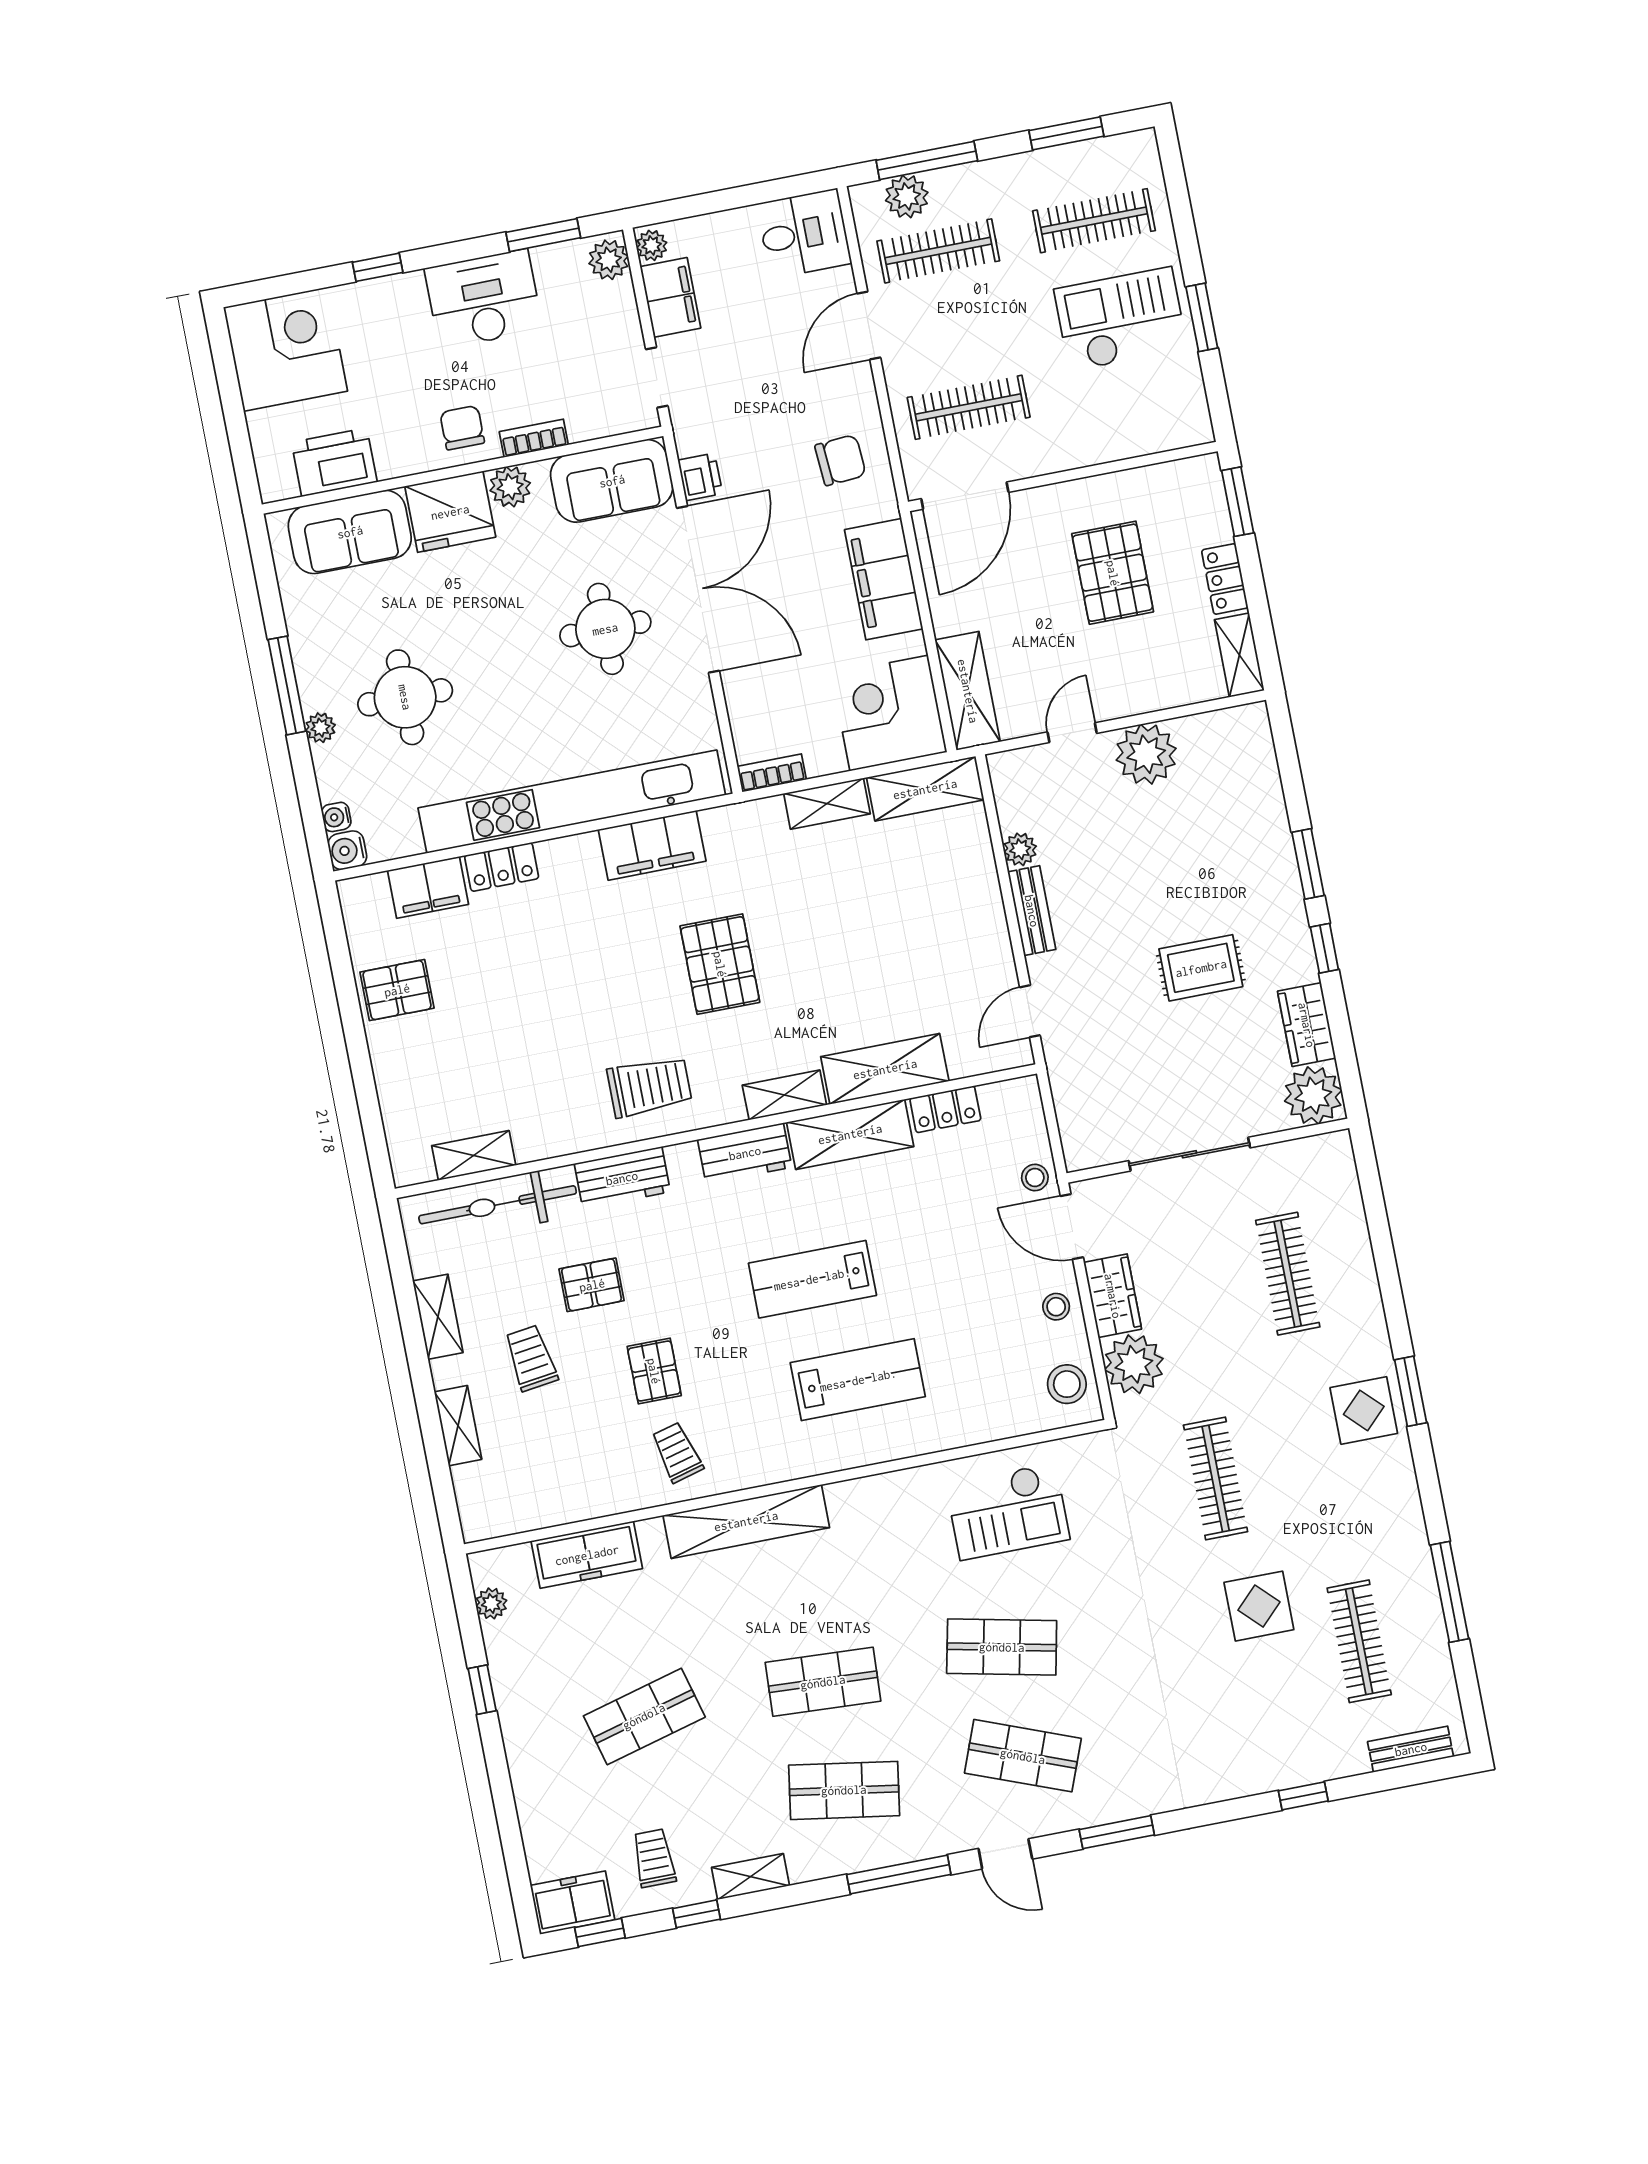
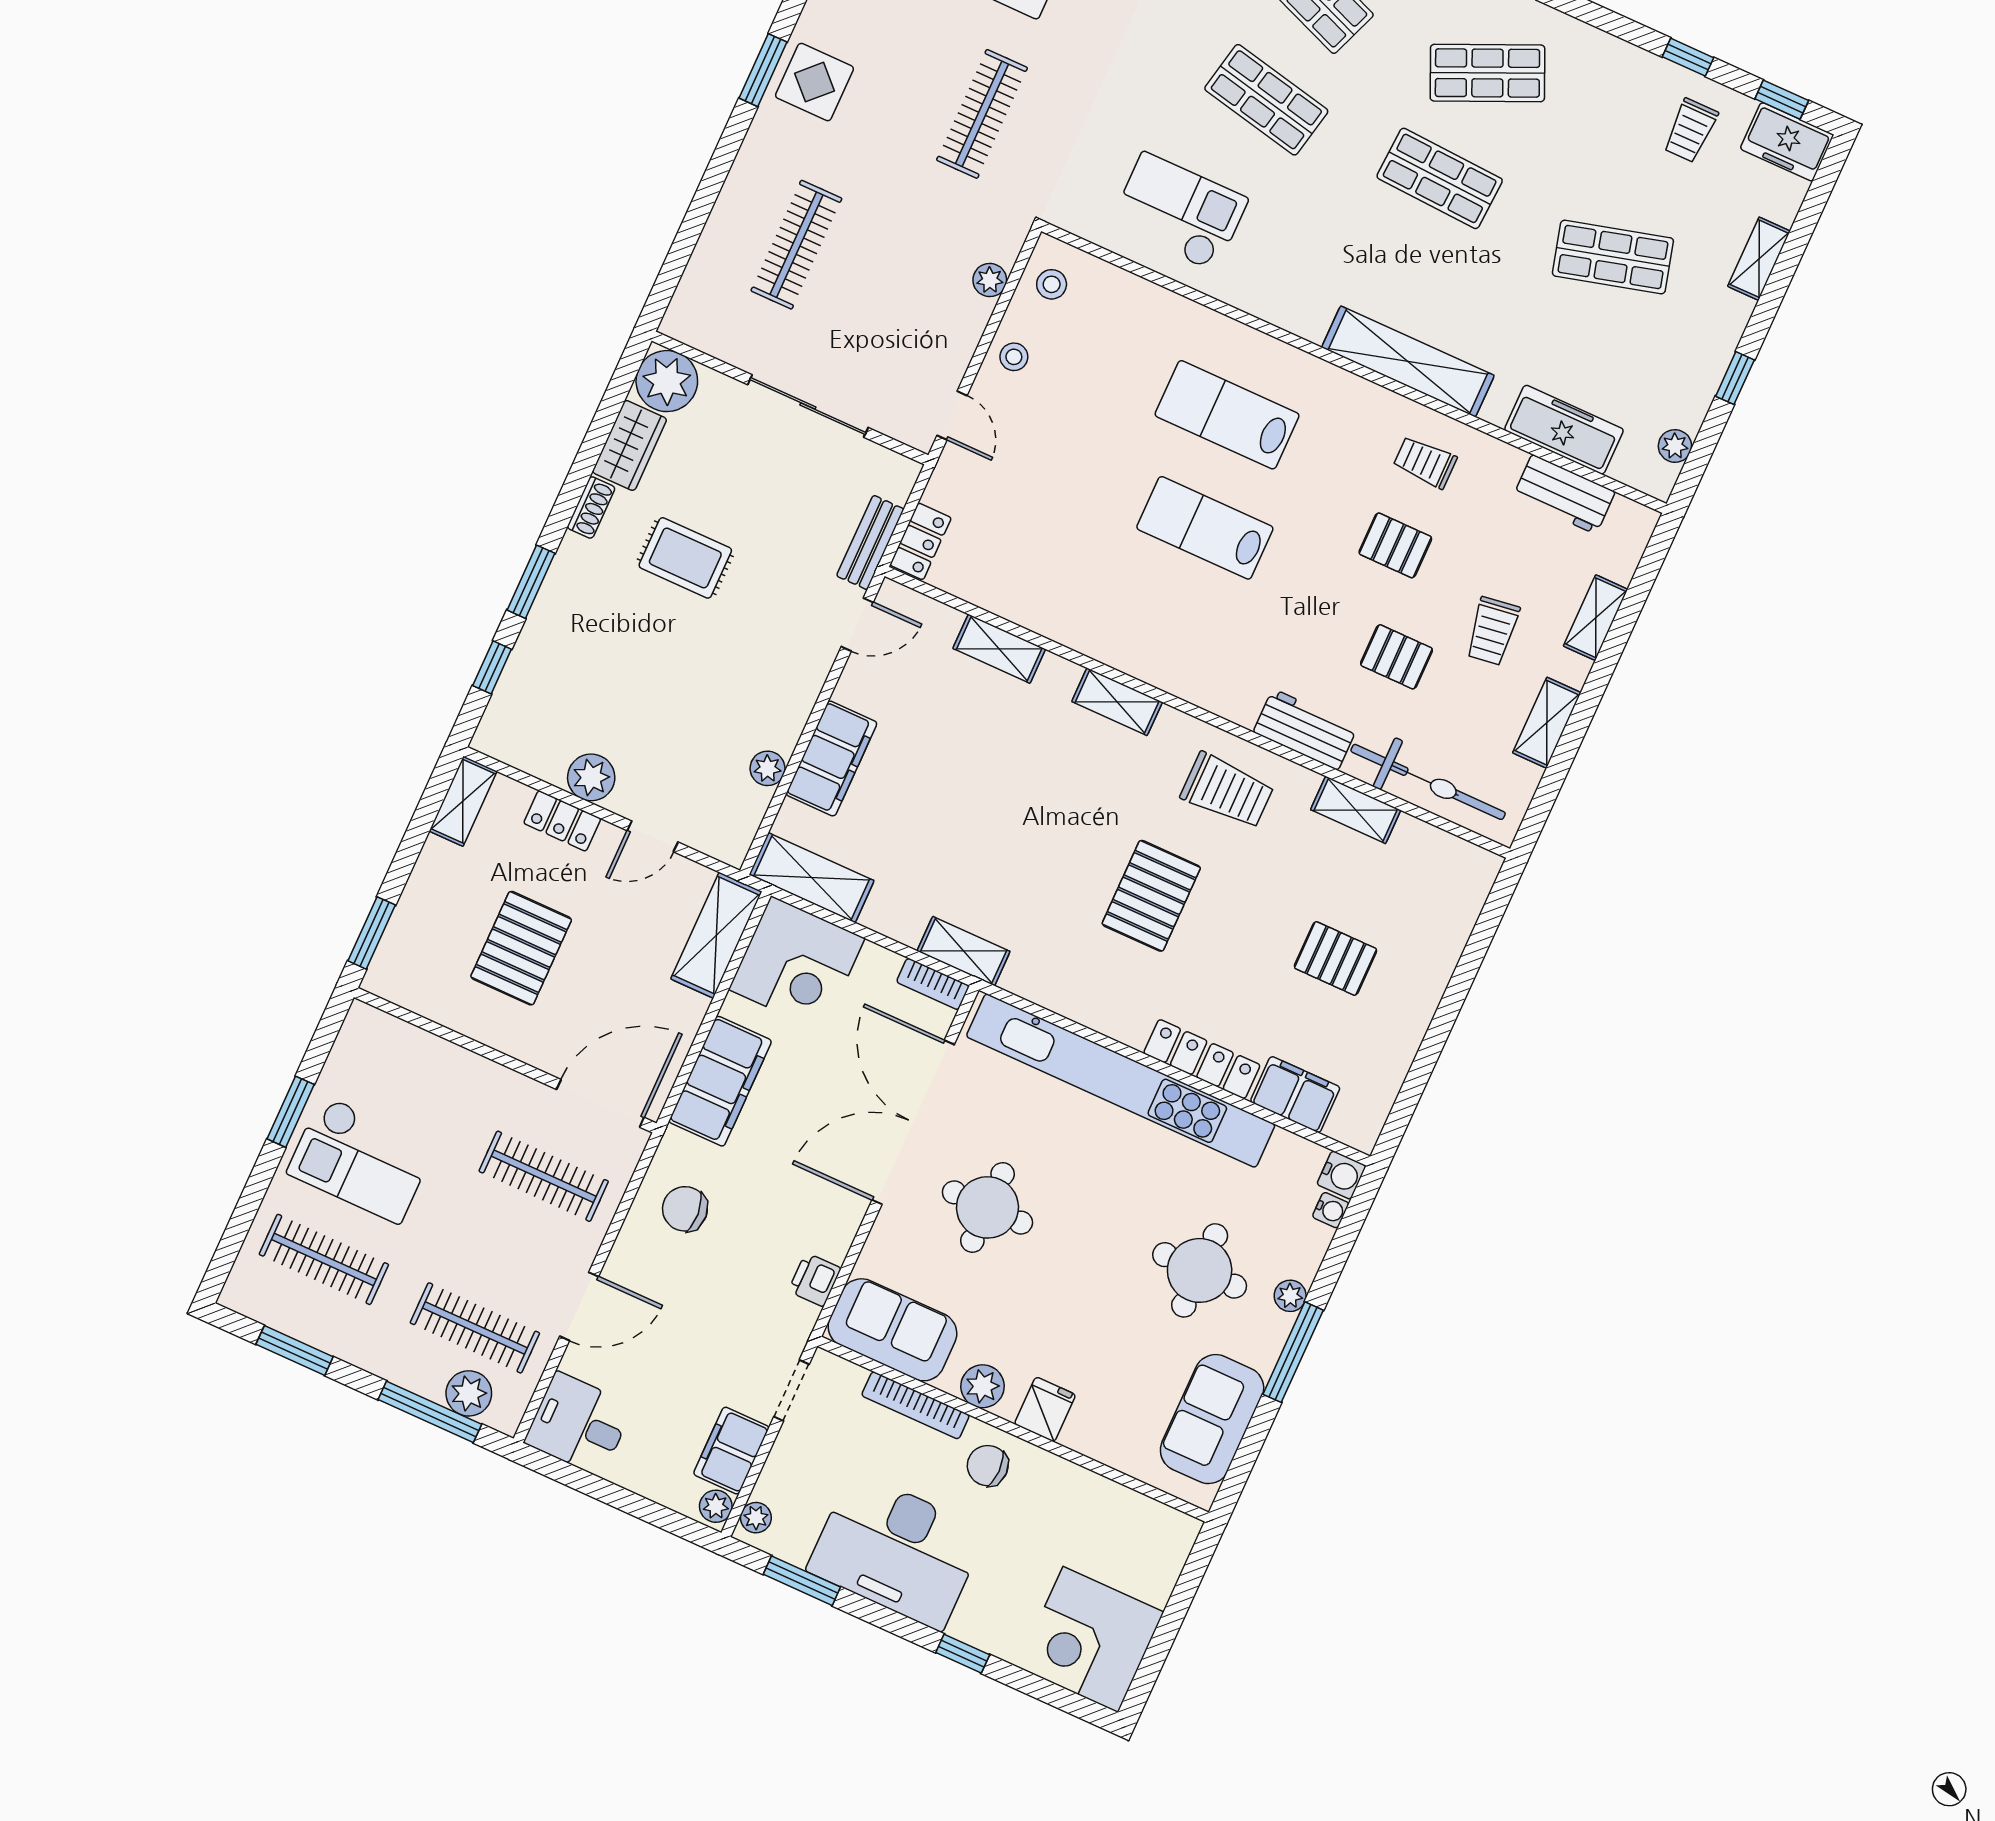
plant: (609, 260) -> (756, 1518), width x0.73, depth x0.73
desk: (484, 299) -> (897, 1550), width x1.36, depth x1.30
chair: (462, 428) -> (988, 1466), turned 90
bookcase: (534, 438) -> (915, 1405), width x1.56
printer: (334, 462) -> (1118, 1514), removed
fridge: (450, 512) -> (1045, 1409), width x0.53, depth x0.75
sofa: (350, 532) -> (1212, 1419), moved, turned -90
locker: (1225, 579) -> (562, 821), moved, turned 90
double door: (698, 589) -> (913, 1122), moved
plant: (1146, 754) -> (591, 777), width x0.73, depth x0.73
shelving: (827, 804) -> (964, 951), moved
filing cabinet: (652, 845) -> (831, 759), moved, turned 90
locker: (502, 867) -> (1202, 1059), width x1.53
bench: (1032, 911) -> (870, 542), moved
window: (1324, 948) -> (492, 667), moved
shoe rack: (1302, 955) -> (591, 508), added
pallet: (720, 964) -> (1151, 896), moved
pallet: (397, 990) -> (1335, 958), moved
shelving: (885, 1069) -> (999, 649), width x0.67, depth x0.75
trolley: (649, 1087) -> (1227, 791), turned 180
locker: (945, 1109) -> (921, 541), moved, turned 90
shelving: (850, 1134) -> (1085, 628), removed
workbench: (745, 1153) -> (1564, 494), moved, turned 180
shelving: (474, 1155) -> (1356, 810), moved
stool: (1035, 1178) -> (954, 480), removed
door: (1072, 1227) -> (952, 415), width x0.73
lab bench: (812, 1279) -> (1205, 528), turned 180
wardrobe: (1113, 1296) -> (959, 332), removed
plant: (1134, 1364) -> (990, 280), width x0.53, depth x0.53
pallet: (654, 1371) -> (1395, 545), turned 90
stool: (1067, 1384) -> (1052, 284), width x0.73, depth x0.73
trolley: (677, 1452) -> (1425, 462), turned 105
shop shelf: (844, 1790) -> (1487, 73), turned -33
shelving: (751, 1877) -> (1759, 259), moved, turned 90

